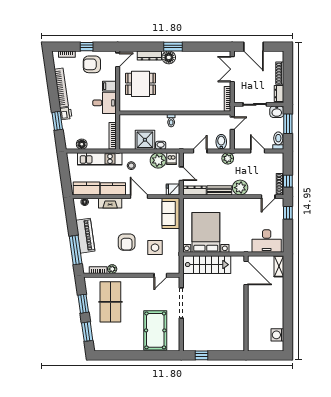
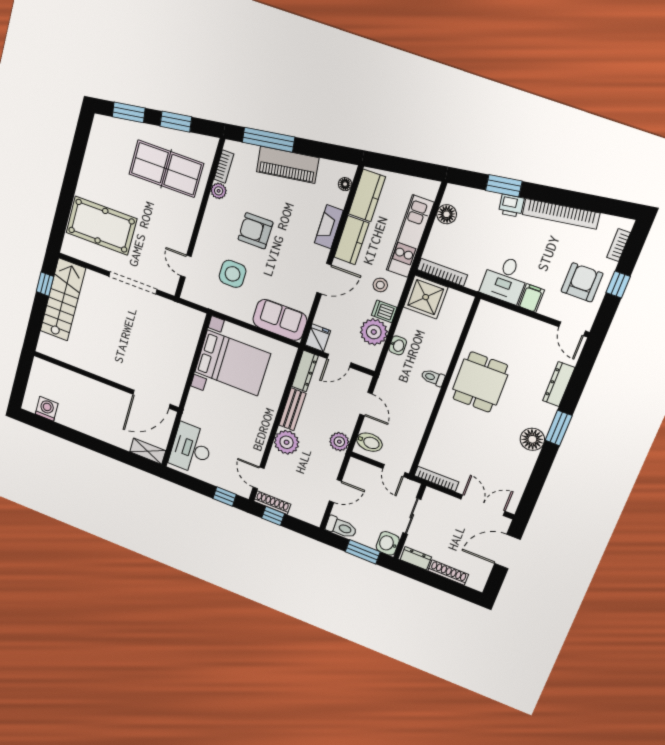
floor lamp: (169, 57) -> (532, 439), moved
dining table: (140, 84) -> (480, 382), moved
shower: (145, 140) -> (426, 297), moved
dishwasher: (171, 159) -> (384, 311), moved
stairs: (207, 265) -> (63, 300), moved, turned 180

